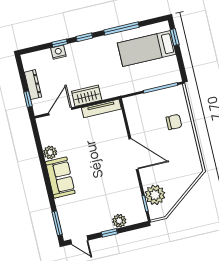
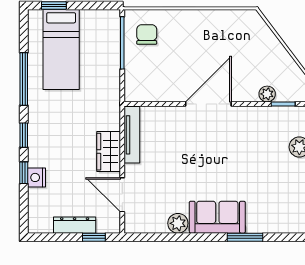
chair: (174, 122) -> (147, 35), moved
plant: (155, 195) -> (267, 94), width x0.53, depth x0.53
window: (57, 223) -> (245, 237), moved

